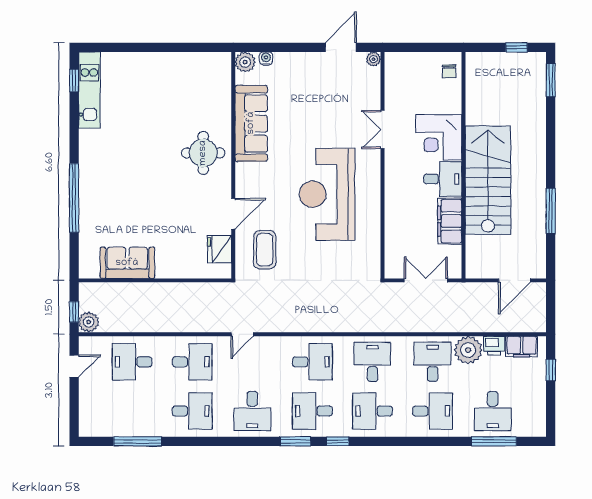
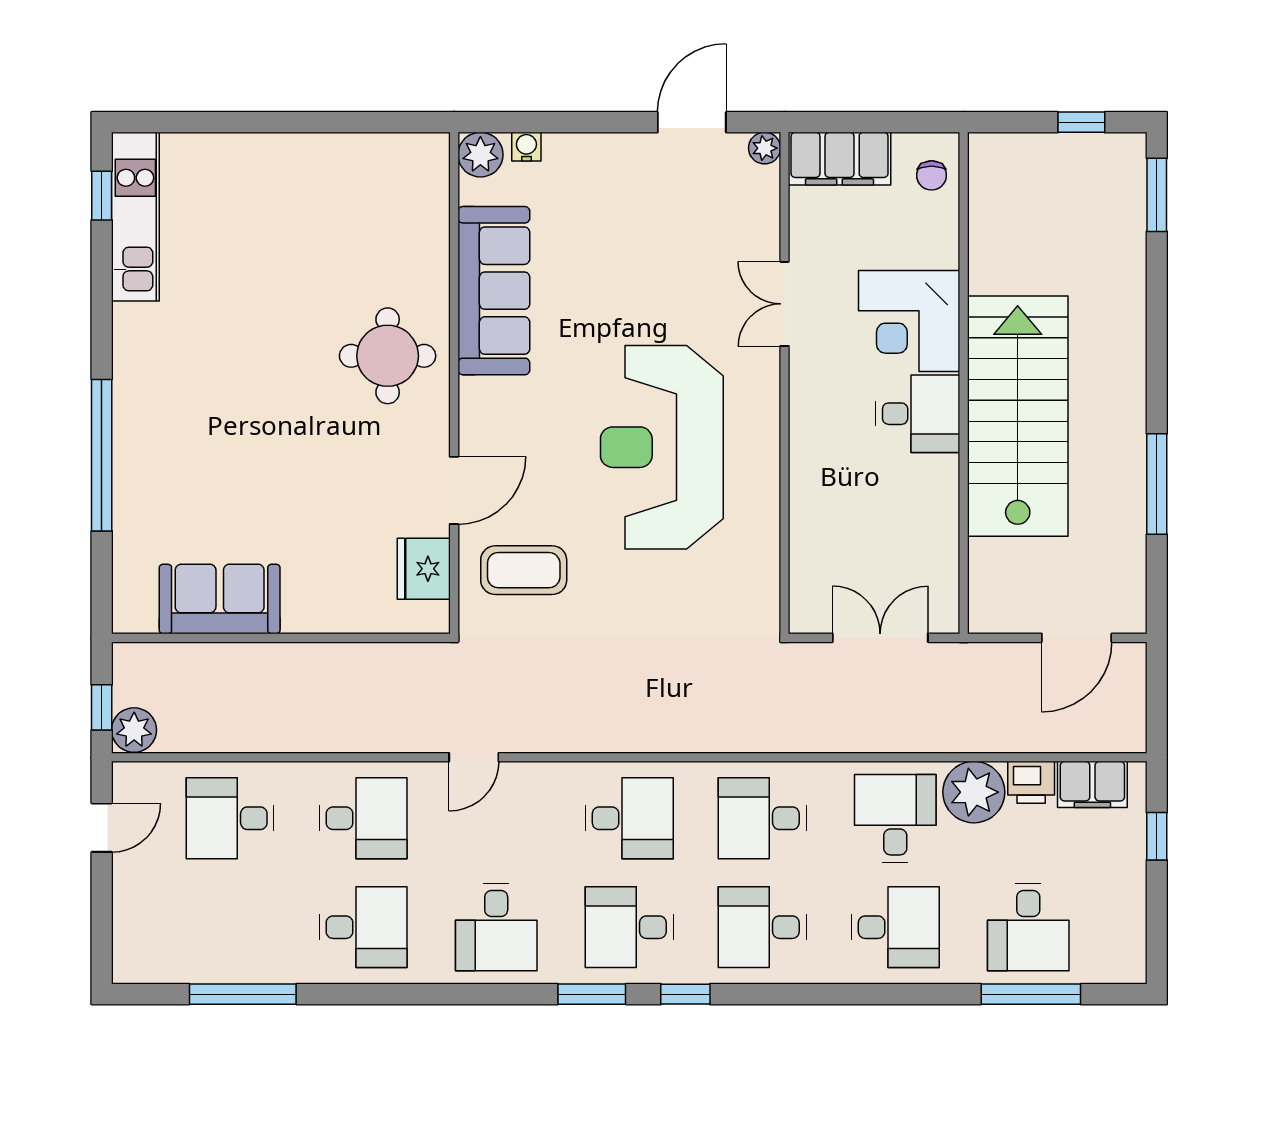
filing cabinet: (450, 221) -> (840, 159), moved, turned -90
coffee table: (265, 250) -> (524, 570), turned 90
desk: (372, 362) -> (762, 818), turned -90

